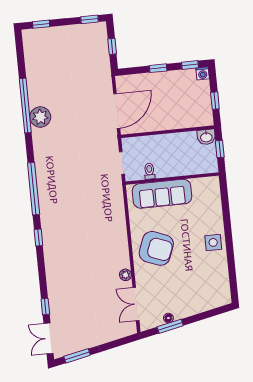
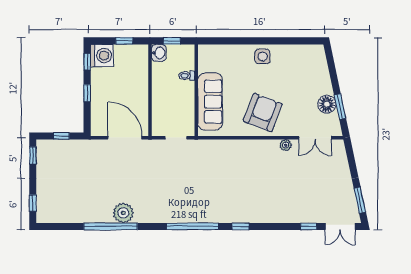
washing machine: (203, 73) -> (102, 56), width x1.89, depth x1.89
toilet: (149, 171) -> (187, 76), moved
floor lamp: (168, 318) -> (327, 104), width x1.89, depth x1.89

